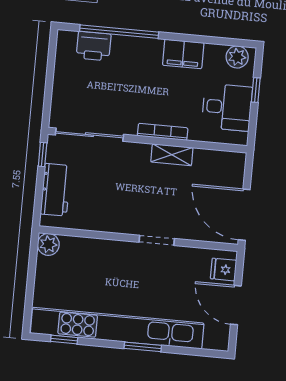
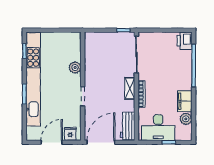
printer: (94, 46) -> (185, 41), moved
plant: (237, 57) -> (186, 119), moved
desk: (227, 107) -> (158, 128), width x1.37
shelving: (172, 155) -> (130, 88), moved
workbench: (56, 190) -> (128, 126), moved, turned 90
plant: (48, 244) -> (75, 68), moved

